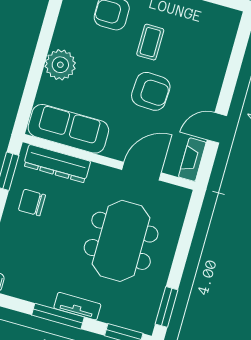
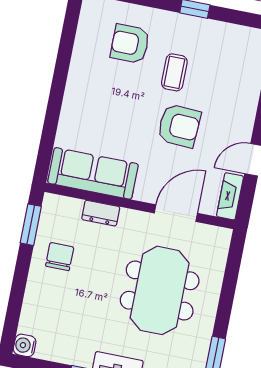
plant: (60, 65) -> (79, 105), removed
dresser: (57, 164) -> (101, 213), width x0.51, depth x0.80
chair: (32, 203) -> (60, 257), turned 90

